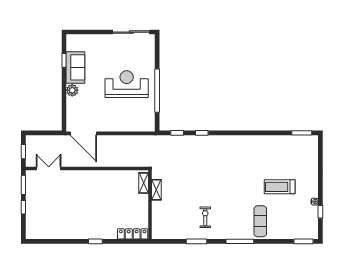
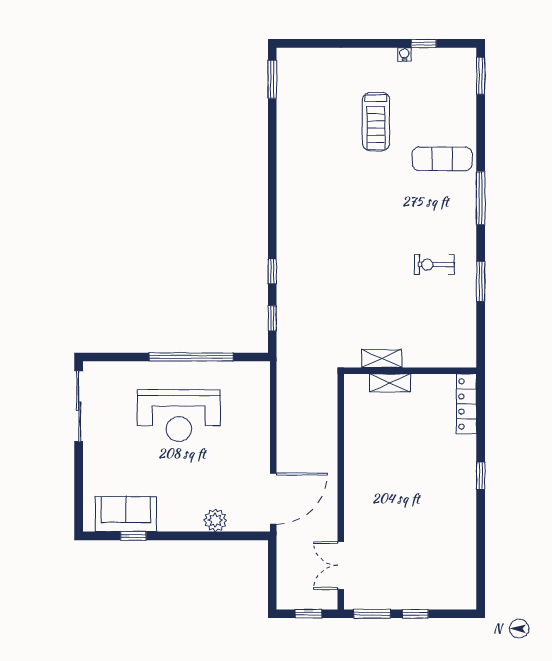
sofa: (75, 67) -> (126, 514), moved
reception desk: (127, 84) -> (179, 416), turned -90
plant: (72, 90) -> (215, 520), moved
shelving: (144, 183) -> (390, 383), moved

